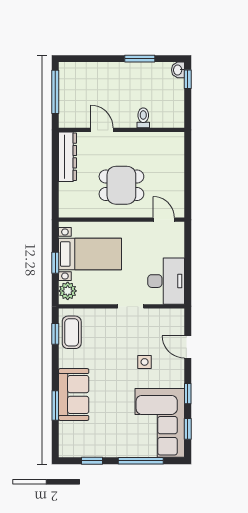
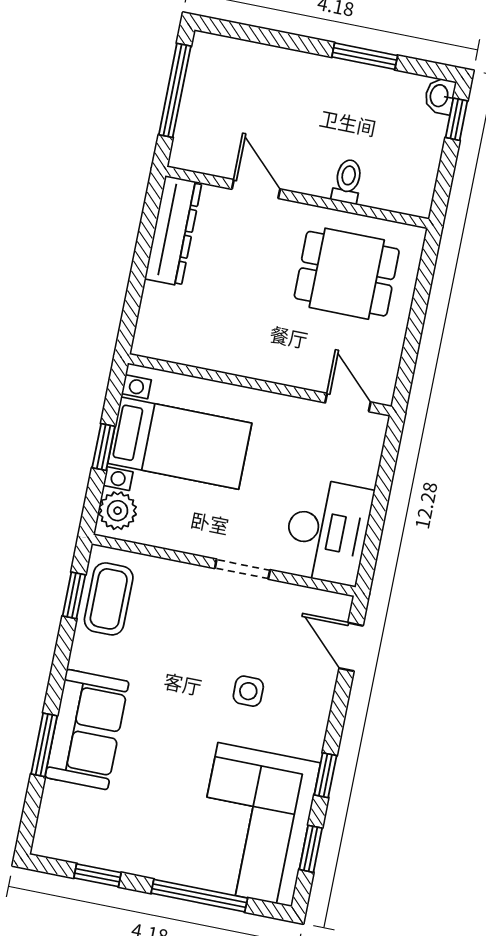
dining table: (121, 185) -> (347, 274), moved
door: (188, 347) -> (351, 647), moved

